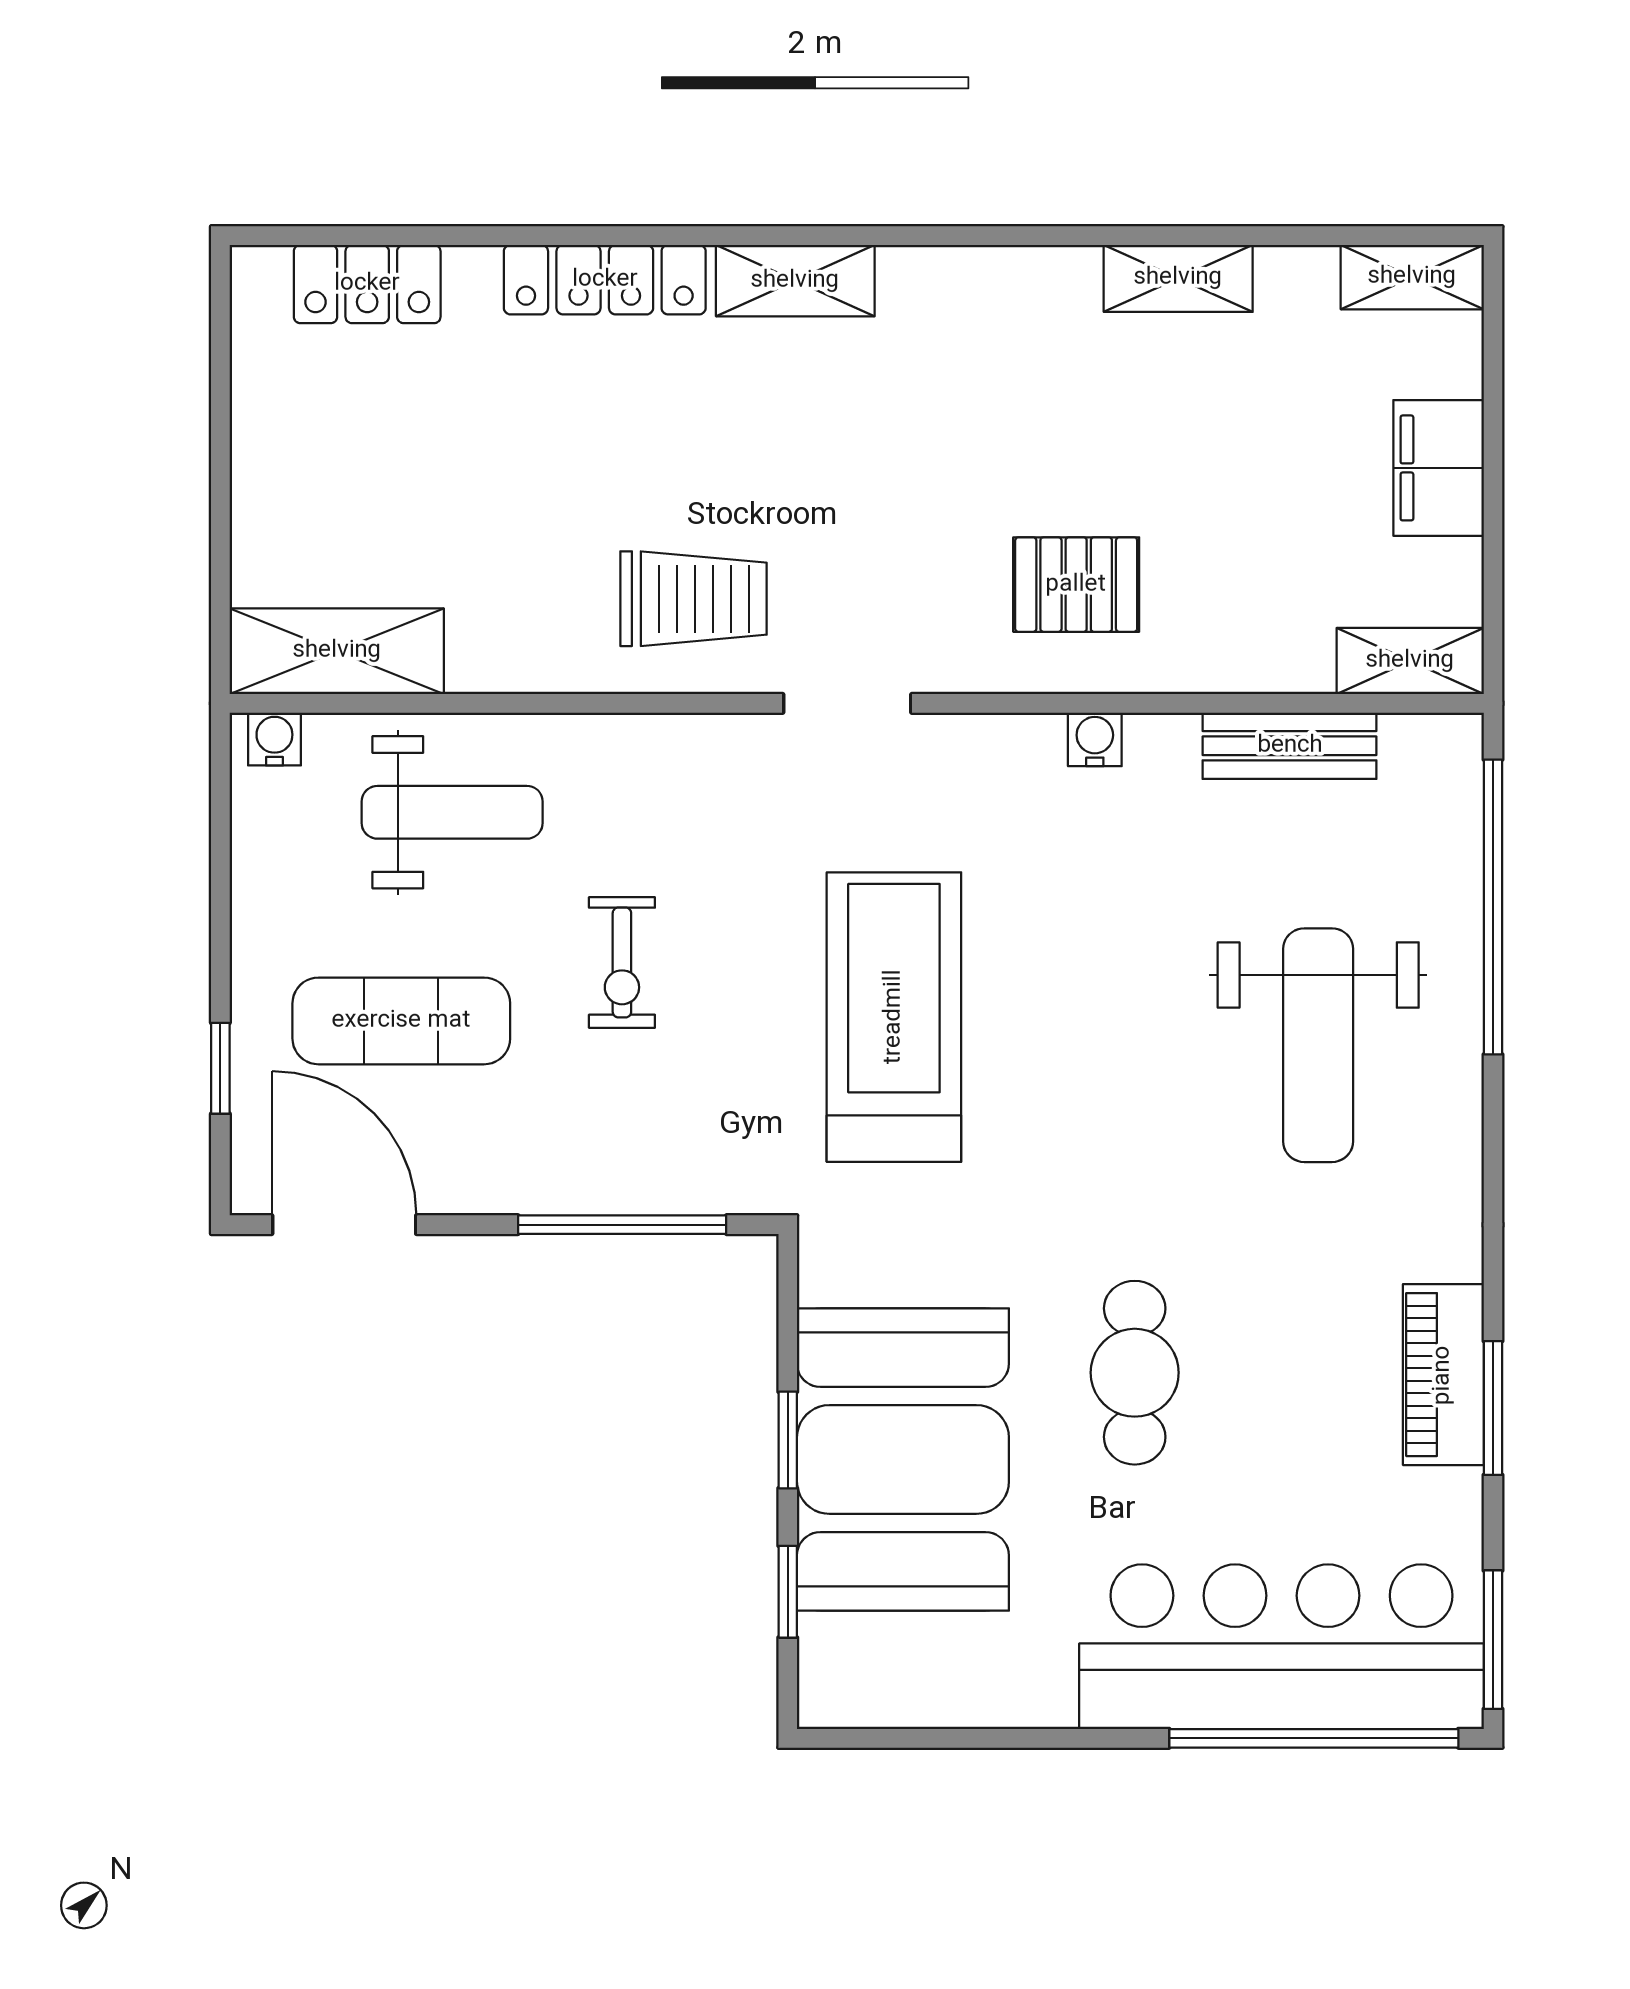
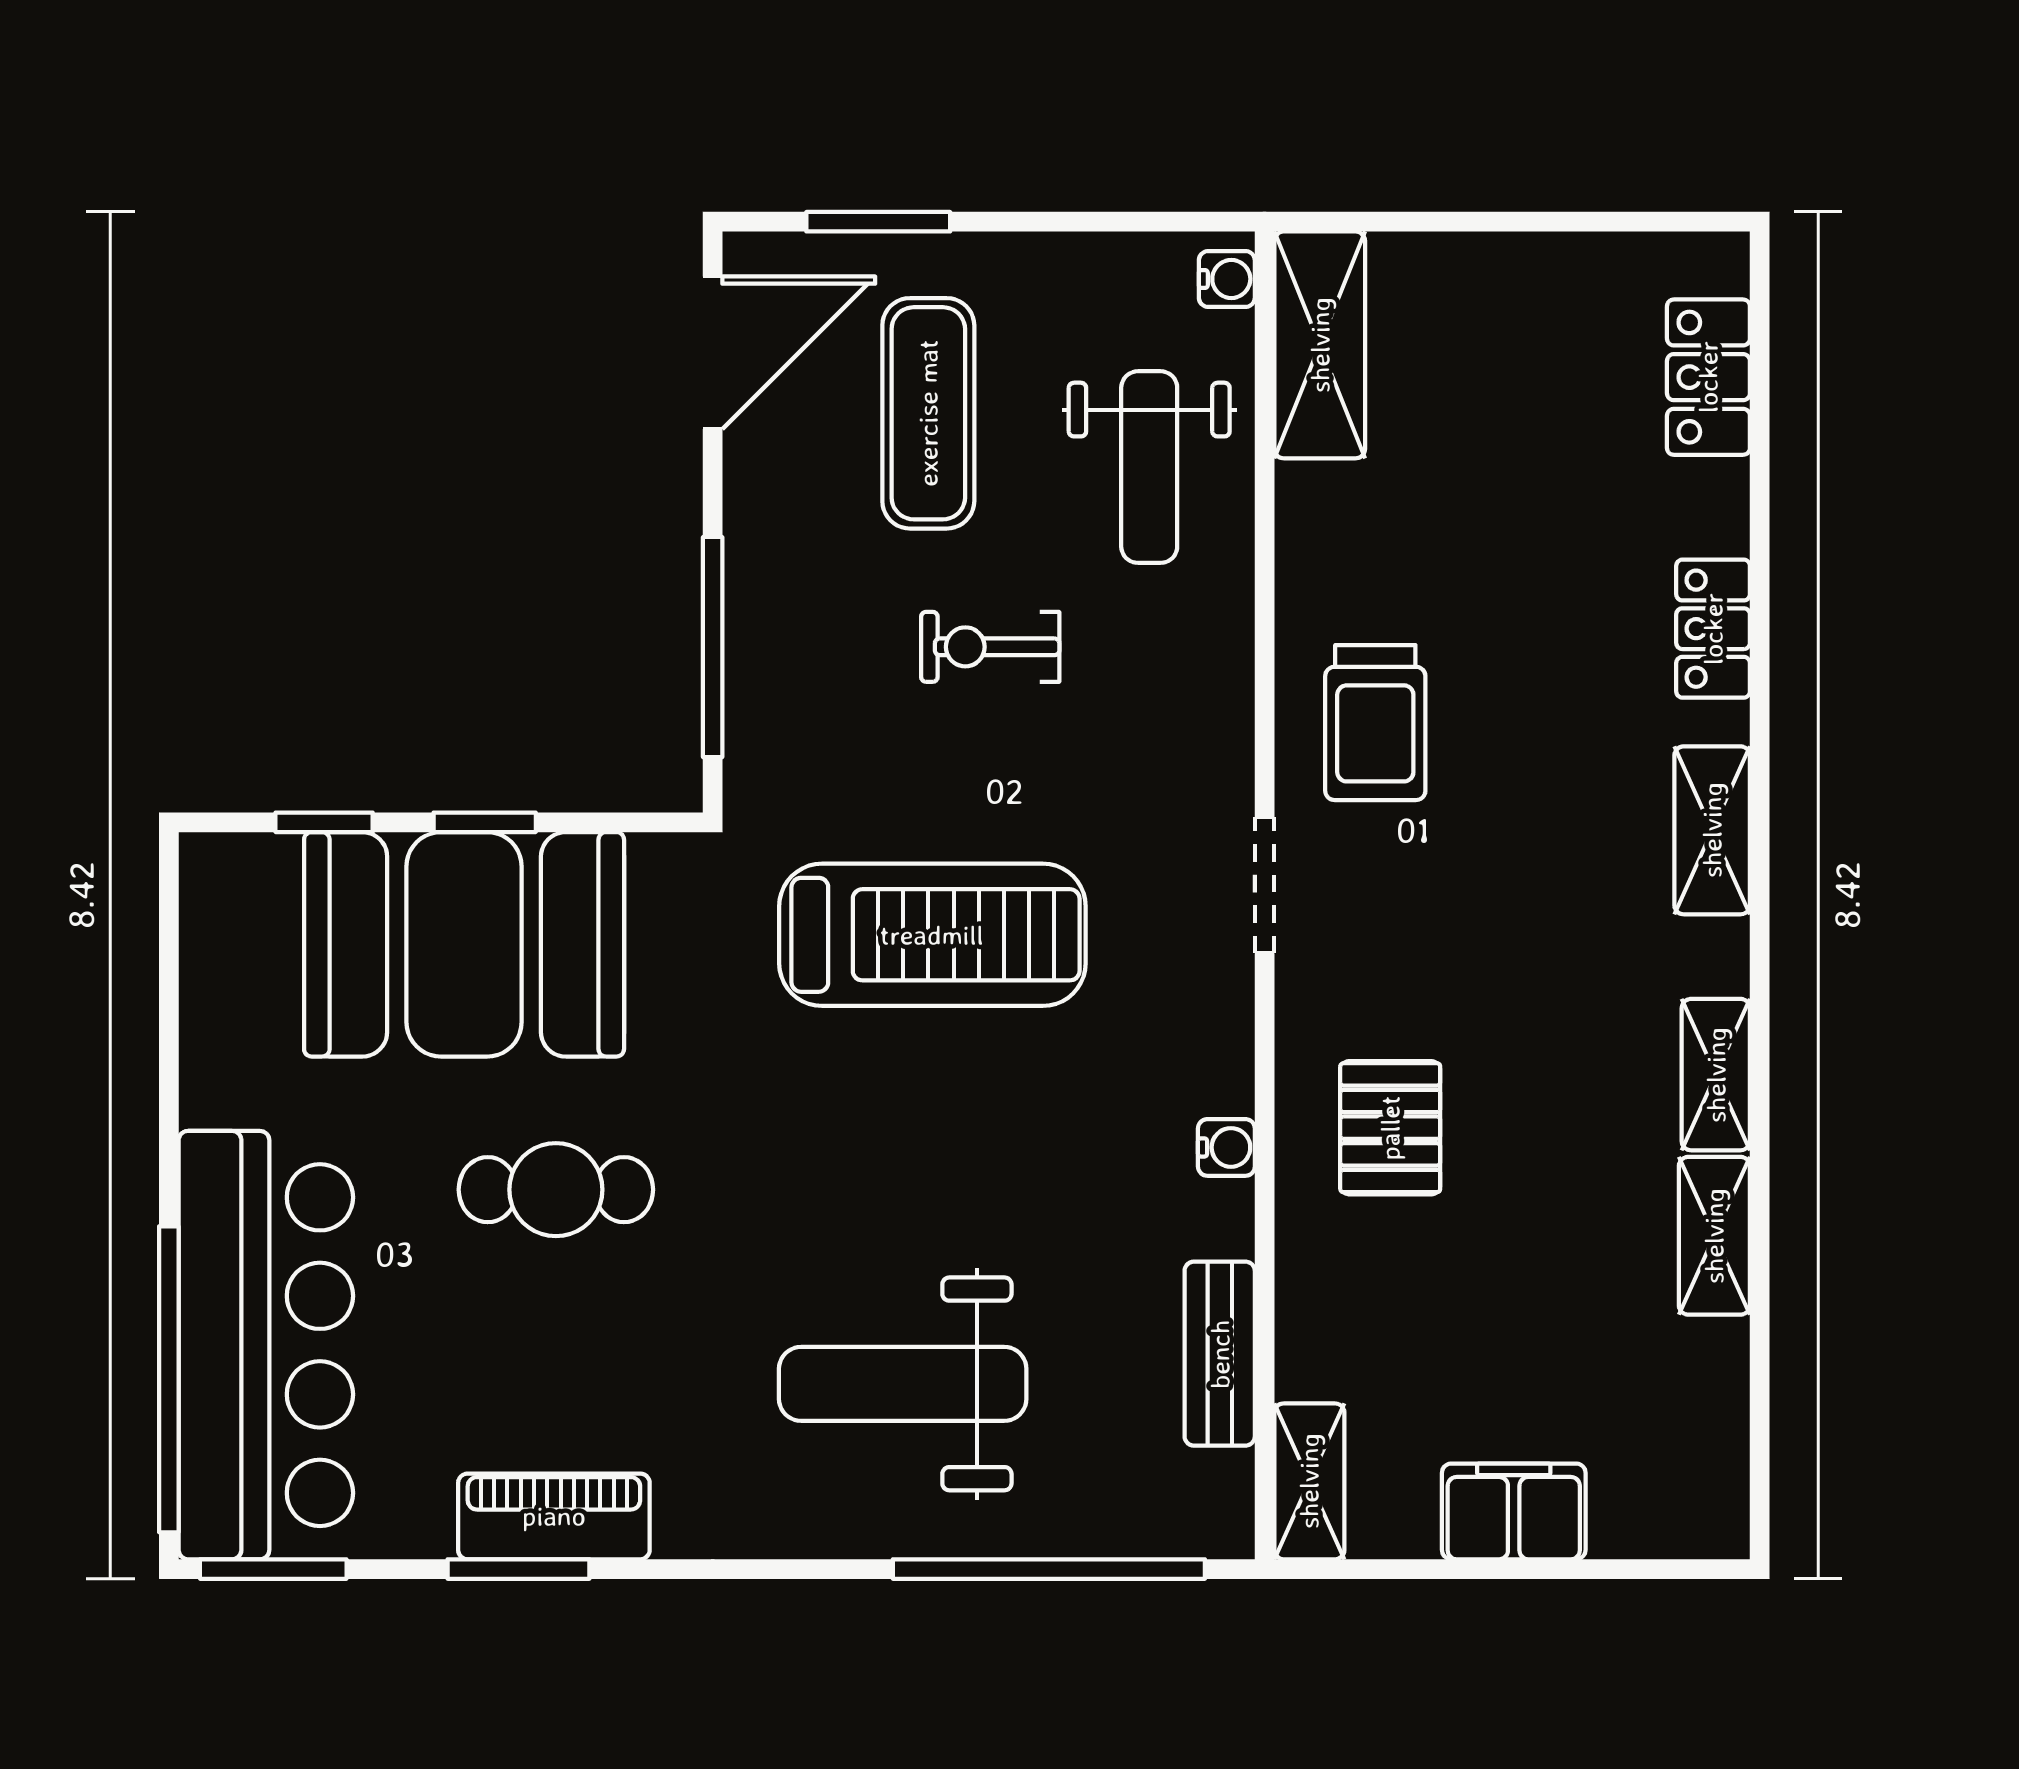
shelving: (1412, 277) -> (1716, 1075), moved
locker: (605, 280) -> (1713, 629), width x0.66
window: (220, 1068) -> (878, 222), width x1.50

